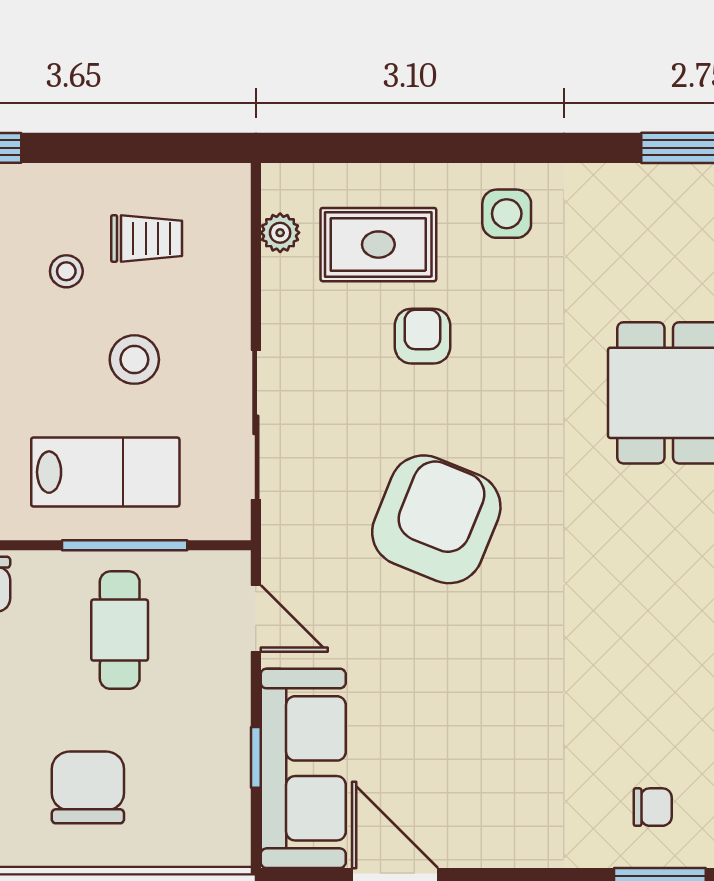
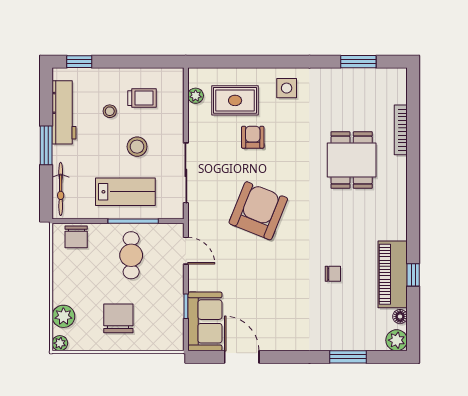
sofa: (303, 768) -> (205, 321), width x0.73
chair: (653, 807) -> (333, 274), moved

